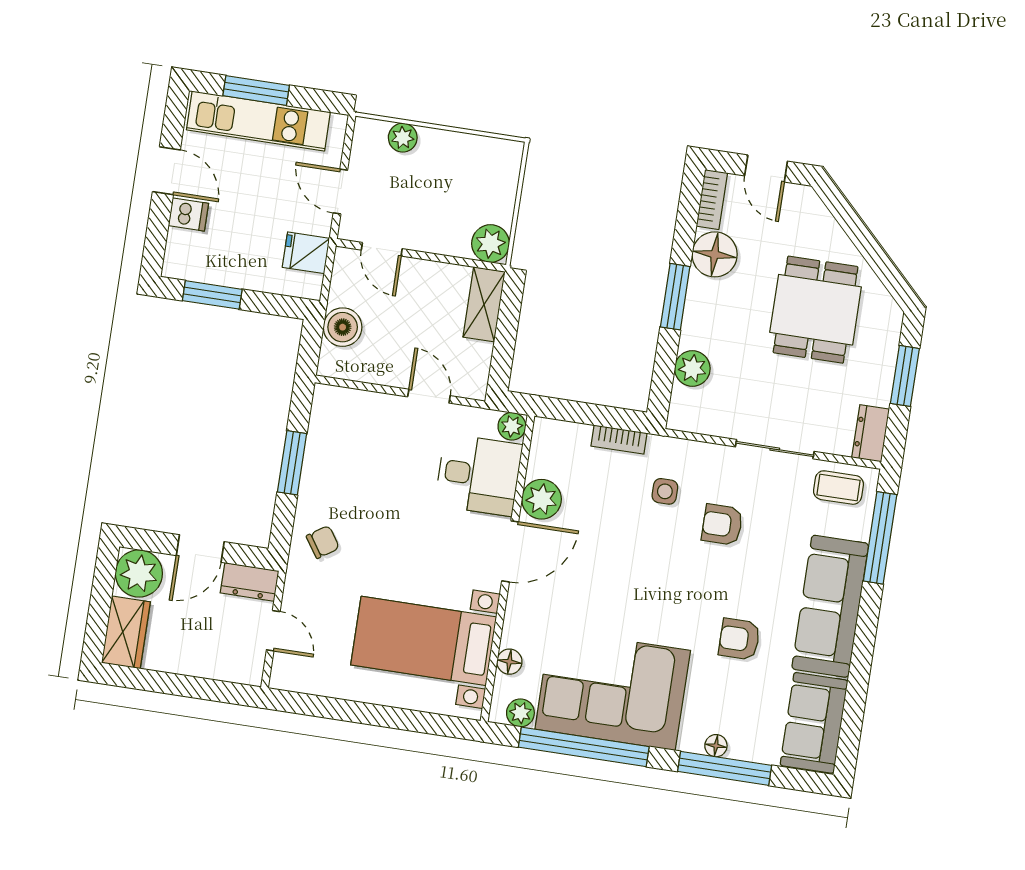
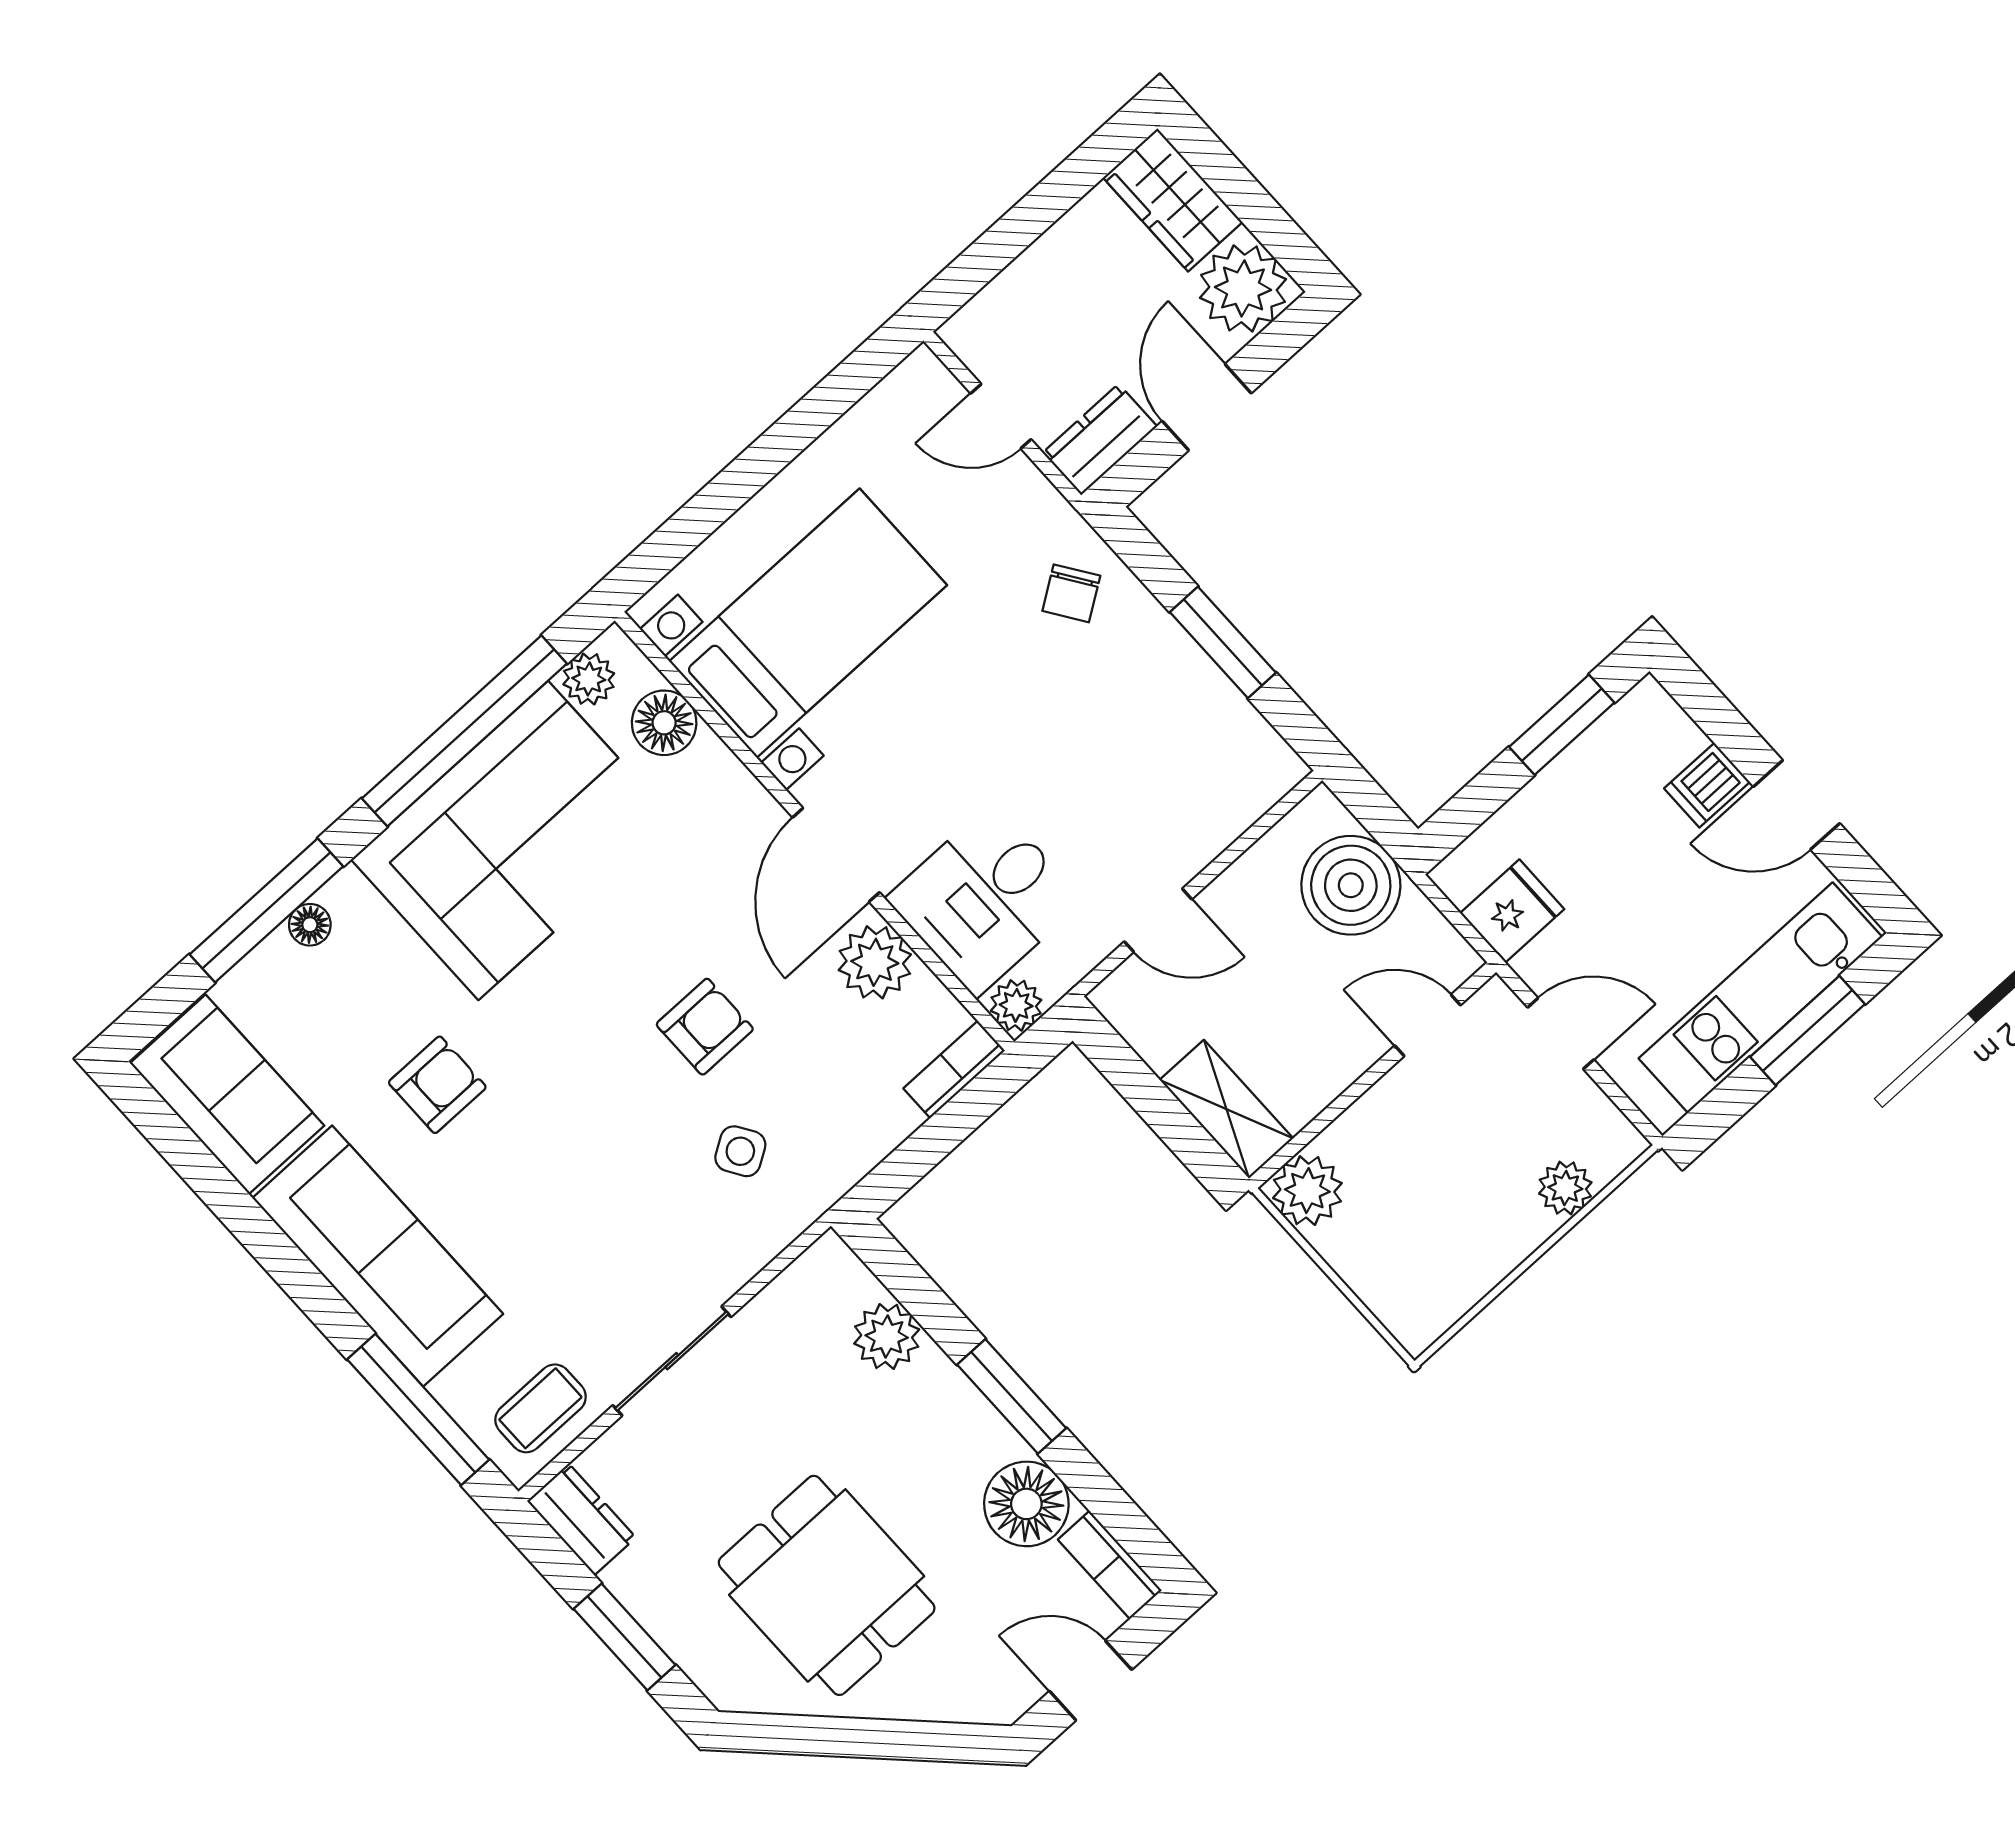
boiler: (343, 327) -> (1351, 885), width x1.37, depth x1.37
bookcase: (619, 440) -> (954, 1070), moved
side table: (665, 491) -> (740, 1151), turned -32
armchair: (722, 525) -> (705, 1027), moved
floor lamp: (509, 662) -> (664, 723), width x1.37, depth x1.37

